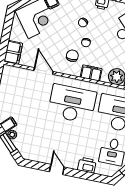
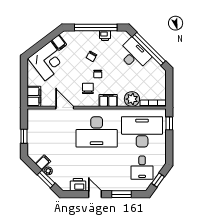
desk: (72, 104) -> (97, 132), turned 180
printer: (87, 165) -> (78, 185), moved
window: (85, 175) -> (122, 194), added

